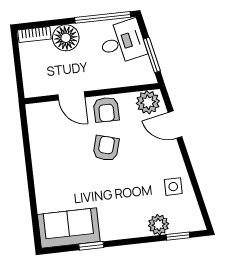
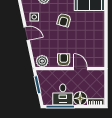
desk: (122, 42) -> (63, 94), moved, turned -78
door: (175, 125) -> (27, 34), moved
armchair: (106, 148) -> (64, 20), moved

